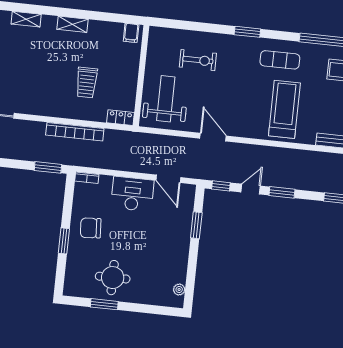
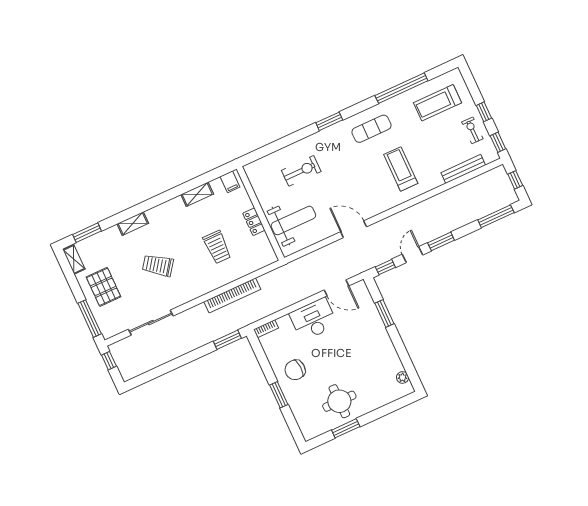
shelving: (72, 24) -> (197, 194), moved
trolley: (26, 68) -> (158, 265), added
weight bench: (166, 99) -> (293, 220), turned 90
treadmill: (284, 109) -> (401, 169), width x0.73, depth x0.73
locker: (120, 118) -> (254, 222), moved, turned -90

